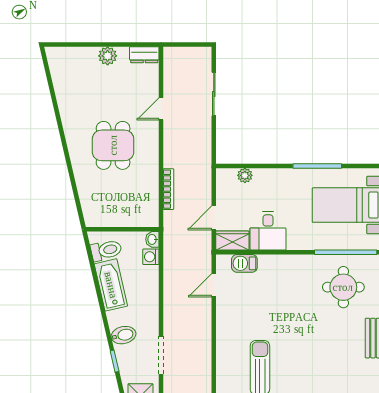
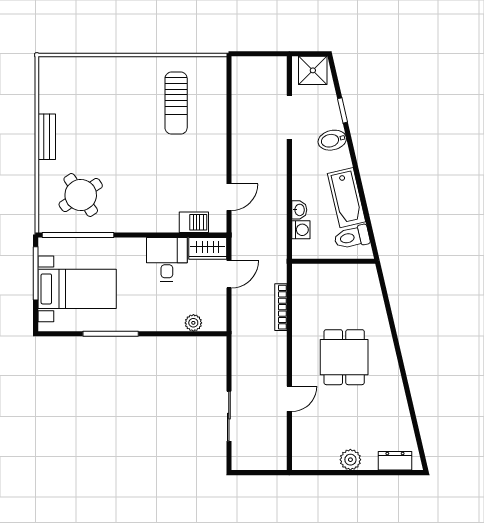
dresser: (144, 55) -> (395, 461), moved
washbasin: (152, 239) -> (299, 210), moved
round table: (343, 287) -> (81, 195), turned -34

